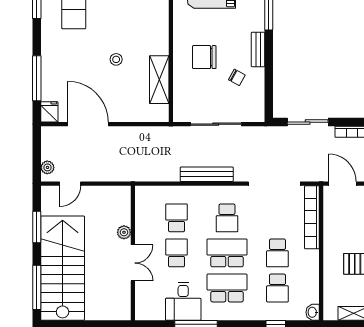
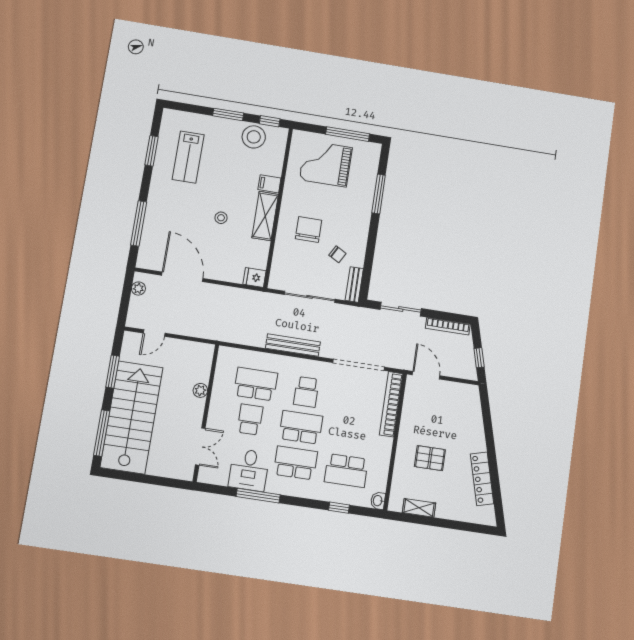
filing cabinet: (158, 17) -> (270, 184), added
bench: (258, 49) -> (354, 284), moved
chair: (204, 57) -> (309, 229), turned 90
shelving: (159, 80) -> (265, 216), moved
fridge: (49, 112) -> (255, 277), moved, turned -90
plant: (47, 167) -> (138, 289), moved
school desk: (177, 218) -> (256, 384), width x1.85
school desk: (277, 253) -> (352, 435), removed
double door: (133, 263) -> (200, 447), moved
school desk: (277, 288) -> (346, 471), width x1.85

